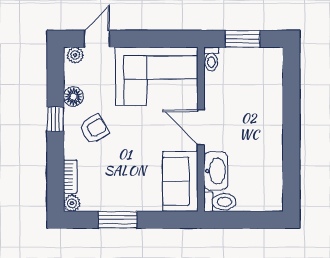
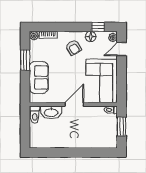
door: (97, 39) -> (122, 49), swing flipped
window: (55, 119) -> (98, 27), moved
sofa: (180, 181) -> (39, 78), moved, turned 90

